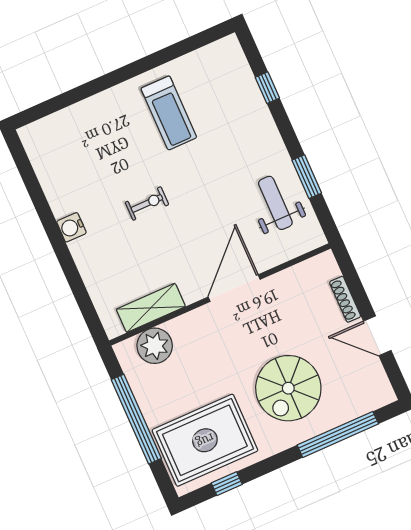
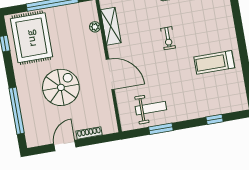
plant: (155, 346) -> (95, 27), width x0.53, depth x0.53
spiral stairs: (288, 388) -> (61, 87), moved, turned 90

